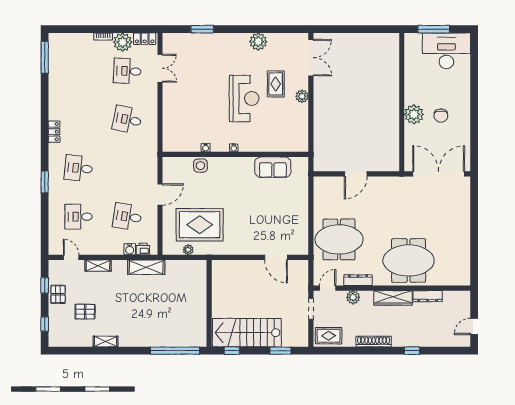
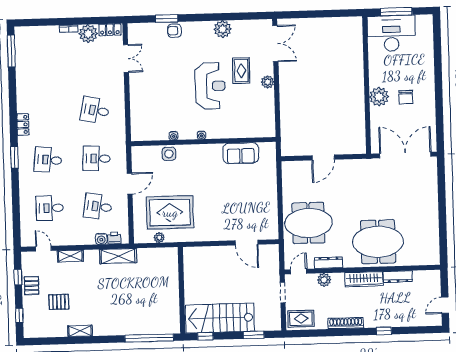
armchair: (210, 42) -> (174, 31), added
desk: (446, 51) -> (391, 33), moved
desk: (127, 71) -> (97, 158), moved
window: (45, 182) -> (14, 157), moved

